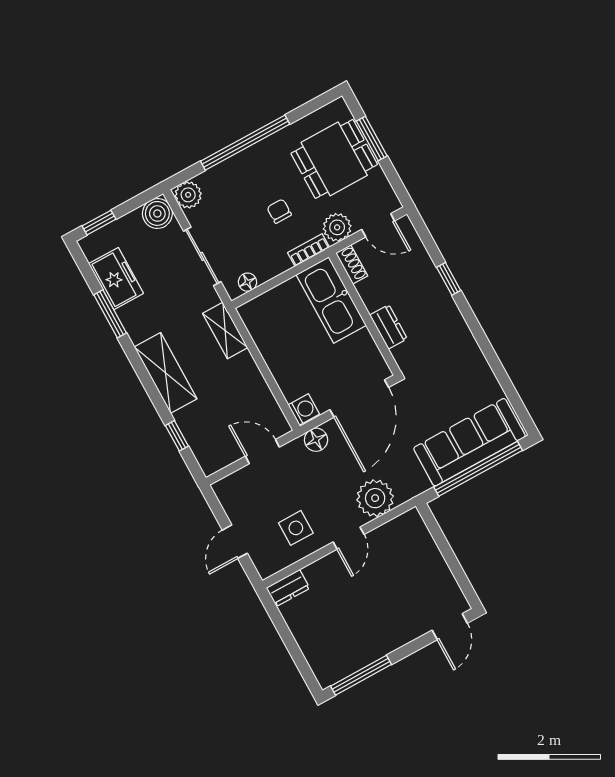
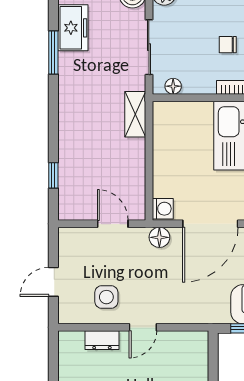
chair: (279, 211) -> (228, 45), turned -90
shelving: (166, 373) -> (71, 122), removed
plant: (375, 498) -> (180, 308), removed
dresser: (288, 588) -> (102, 340), moved

